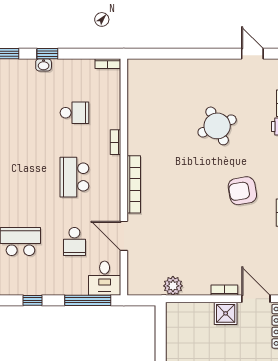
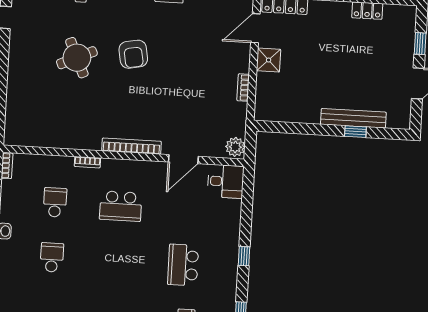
armchair: (242, 191) -> (133, 54), moved
school desk: (74, 241) -> (52, 257), moved, turned -90
plant: (173, 286) -> (235, 147), moved
bookcase: (224, 290) -> (243, 87), moved
window: (88, 300) -> (247, 200), removed

